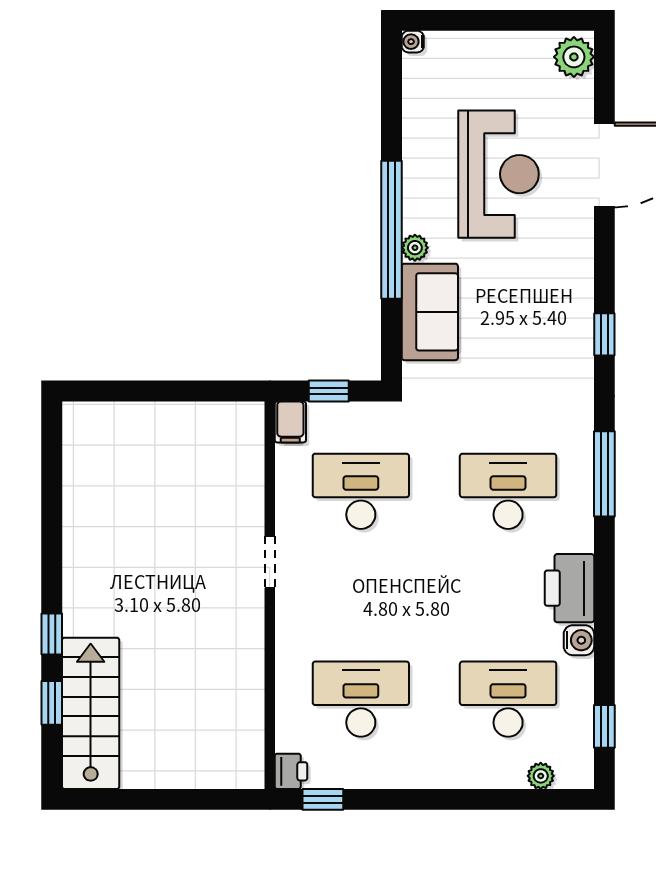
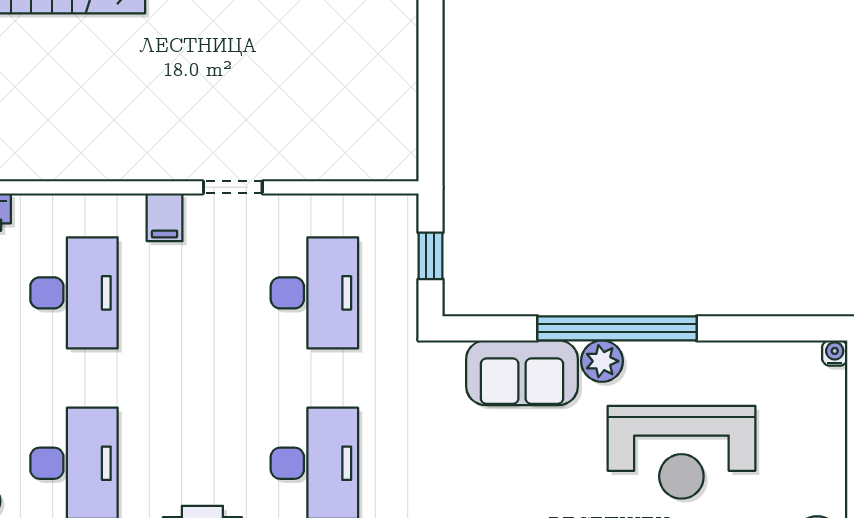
plant: (415, 248) -> (602, 361), width x1.38, depth x1.38
filing cabinet: (290, 422) -> (165, 217), moved, turned -90

